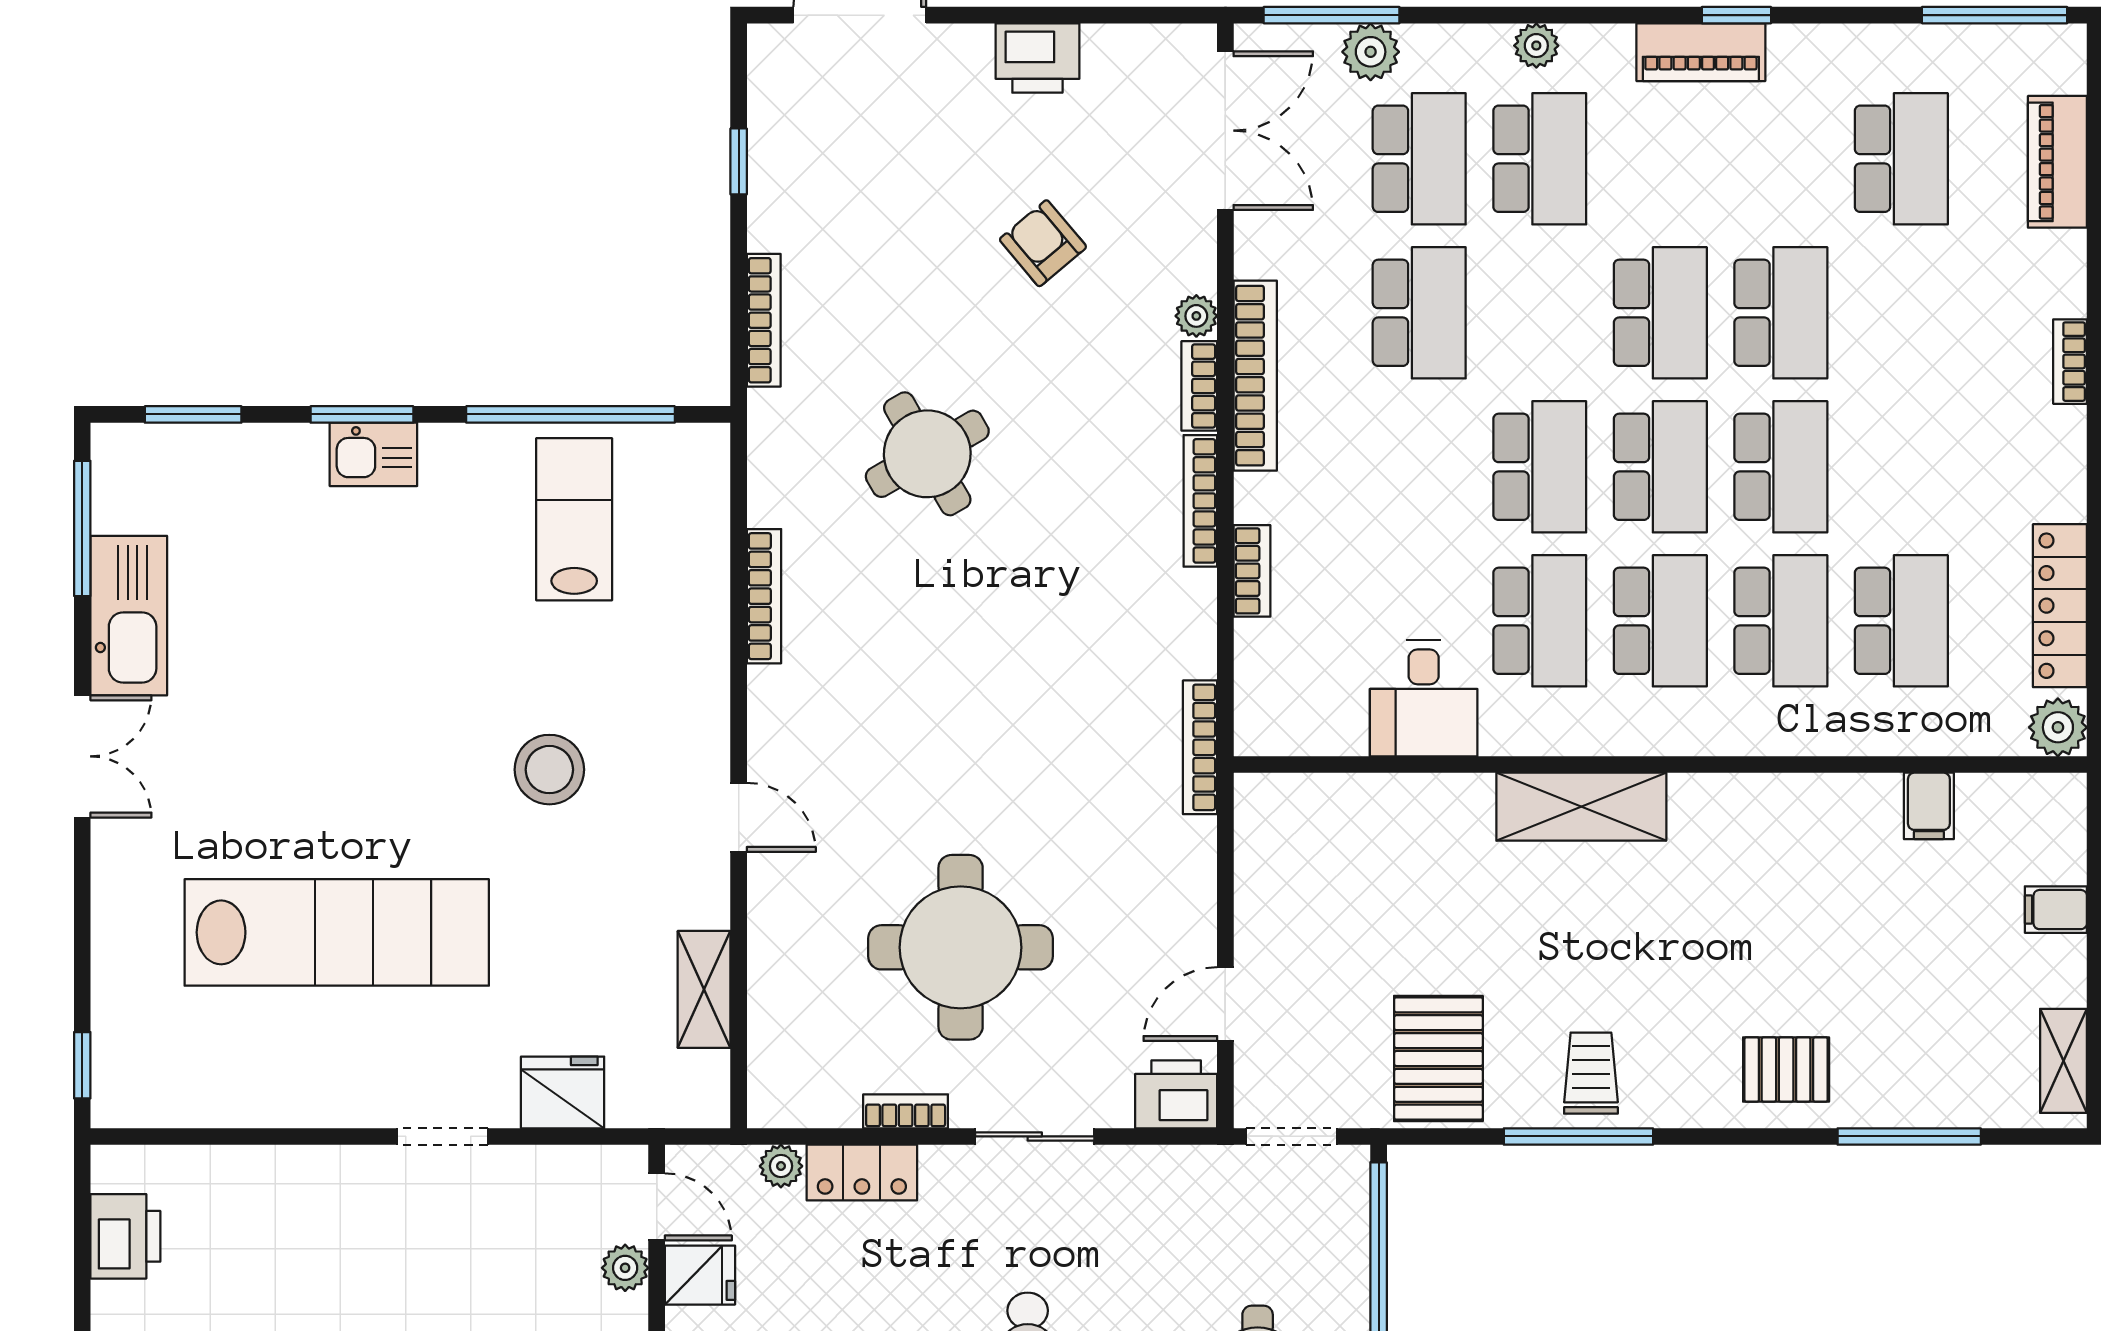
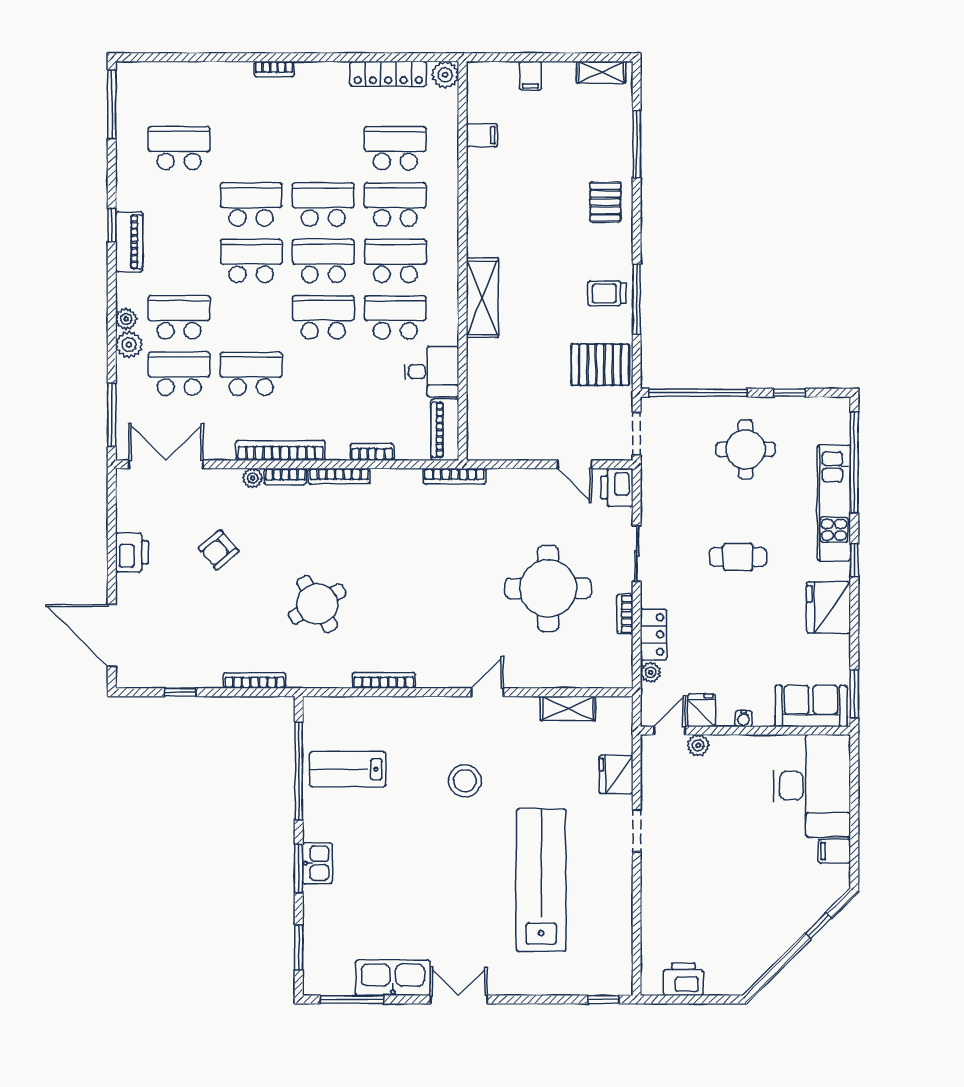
plant: (1371, 52) -> (129, 345), moved
piano: (2057, 162) -> (445, 430), moved, turned 90

